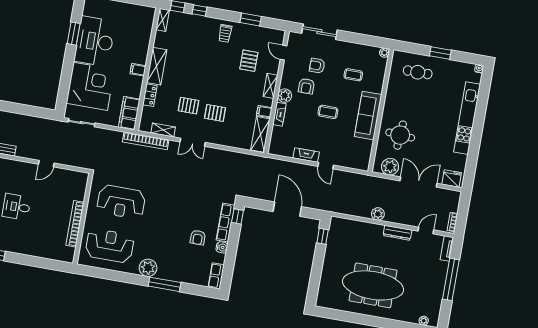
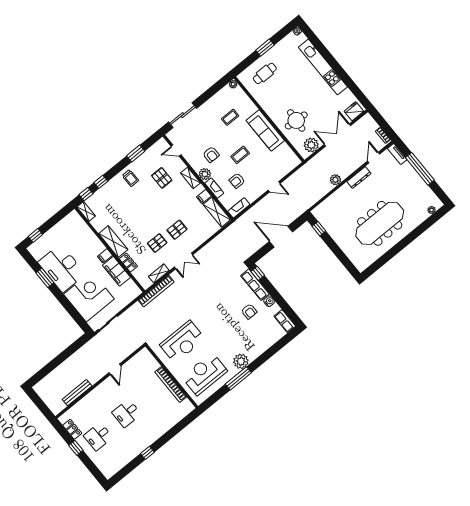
armchair: (317, 66) -> (237, 181), moved
filing cabinet: (129, 113) -> (116, 271), moved
fireplace: (306, 155) -> (239, 208), moved
window: (165, 284) -> (238, 378), moved

